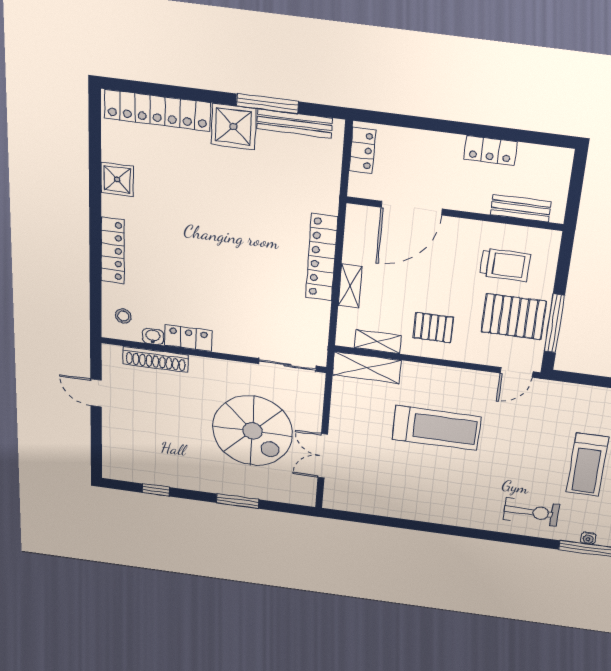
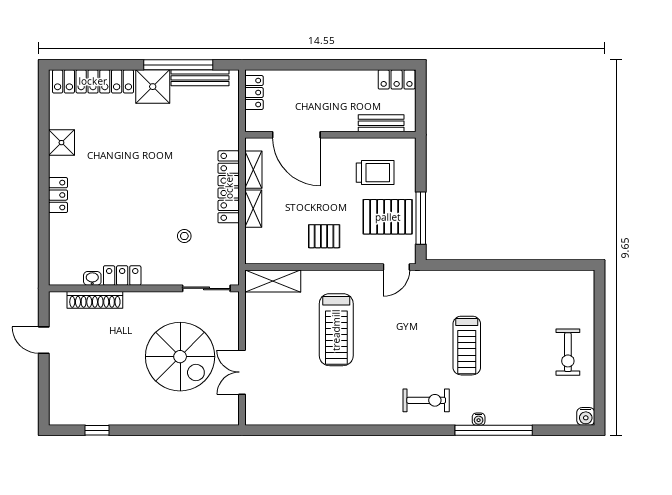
window: (267, 104) -> (178, 65), width x1.46
locker: (490, 150) -> (397, 79), moved
door: (412, 208) -> (296, 135), hinge flipped
locker: (113, 251) -> (58, 195), width x0.66
stool: (123, 316) -> (184, 236), moved
shelving: (378, 342) -> (253, 170), moved, turned 90
treadmill: (436, 428) -> (336, 330), turned 90
window: (238, 501) -> (170, 430), removed

